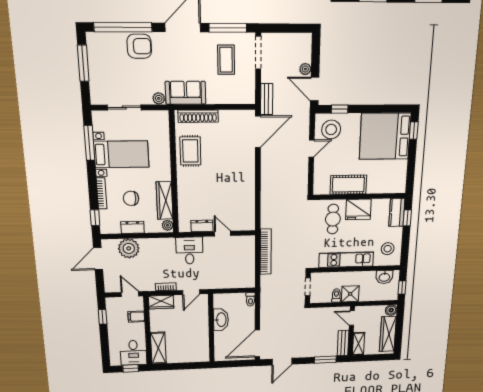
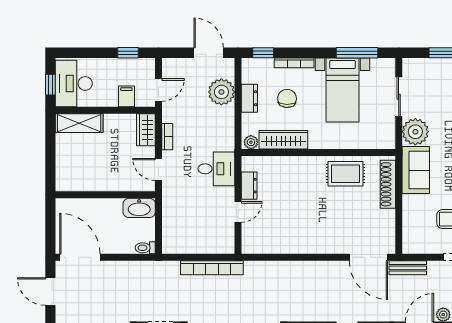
plant: (159, 98) -> (415, 132), width x1.87, depth x1.87
washbasin: (221, 320) -> (139, 208), moved
desk: (133, 353) -> (74, 83), width x1.37

